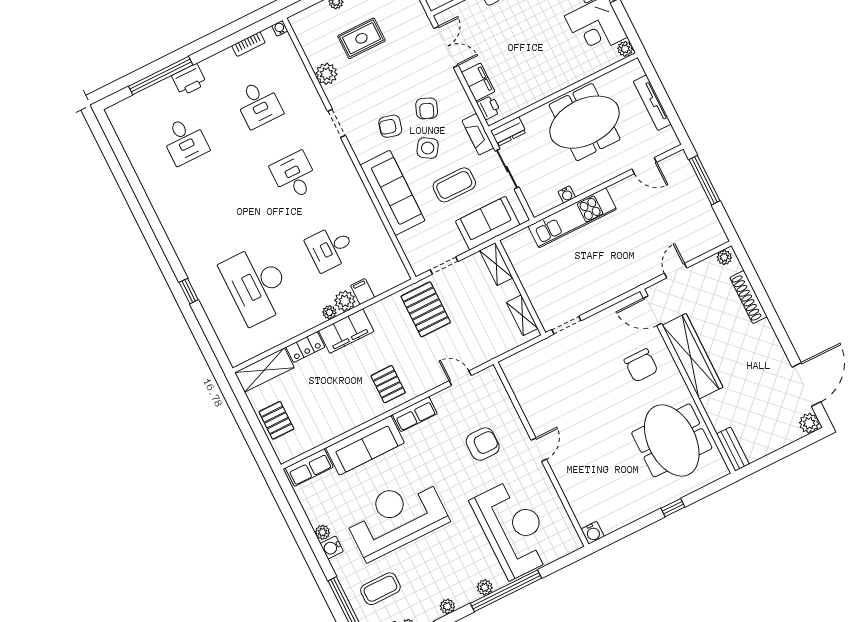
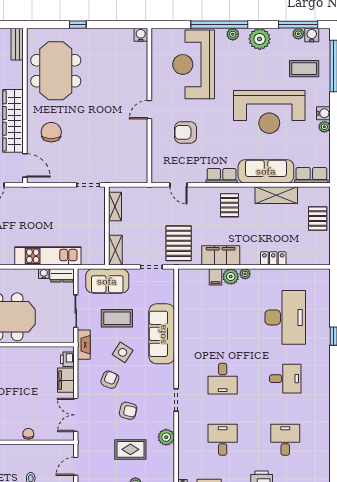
armchair: (390, 126) -> (128, 411), moved
dresser: (508, 132) -> (62, 275), moved, turned 180
desk: (330, 248) -> (285, 379), moved
filing cabinet: (346, 331) -> (221, 255), moved
shelving: (264, 370) -> (276, 195), moved
plant: (447, 606) -> (260, 39), width x1.87, depth x1.87

